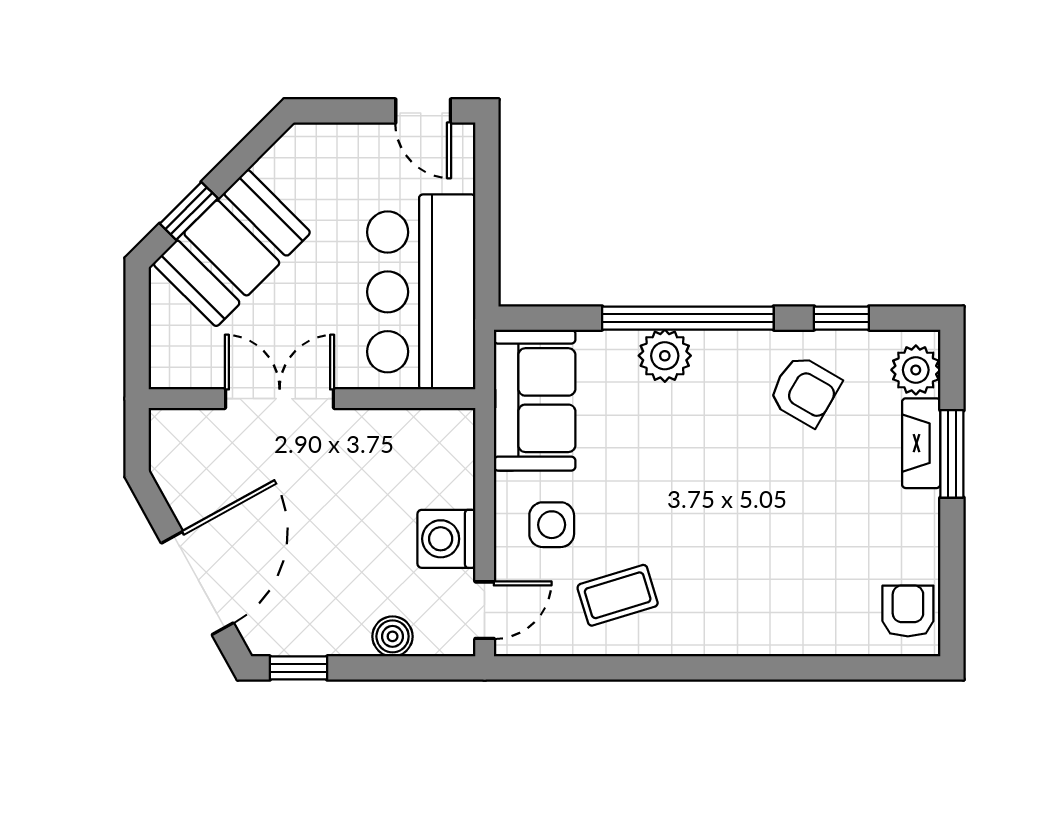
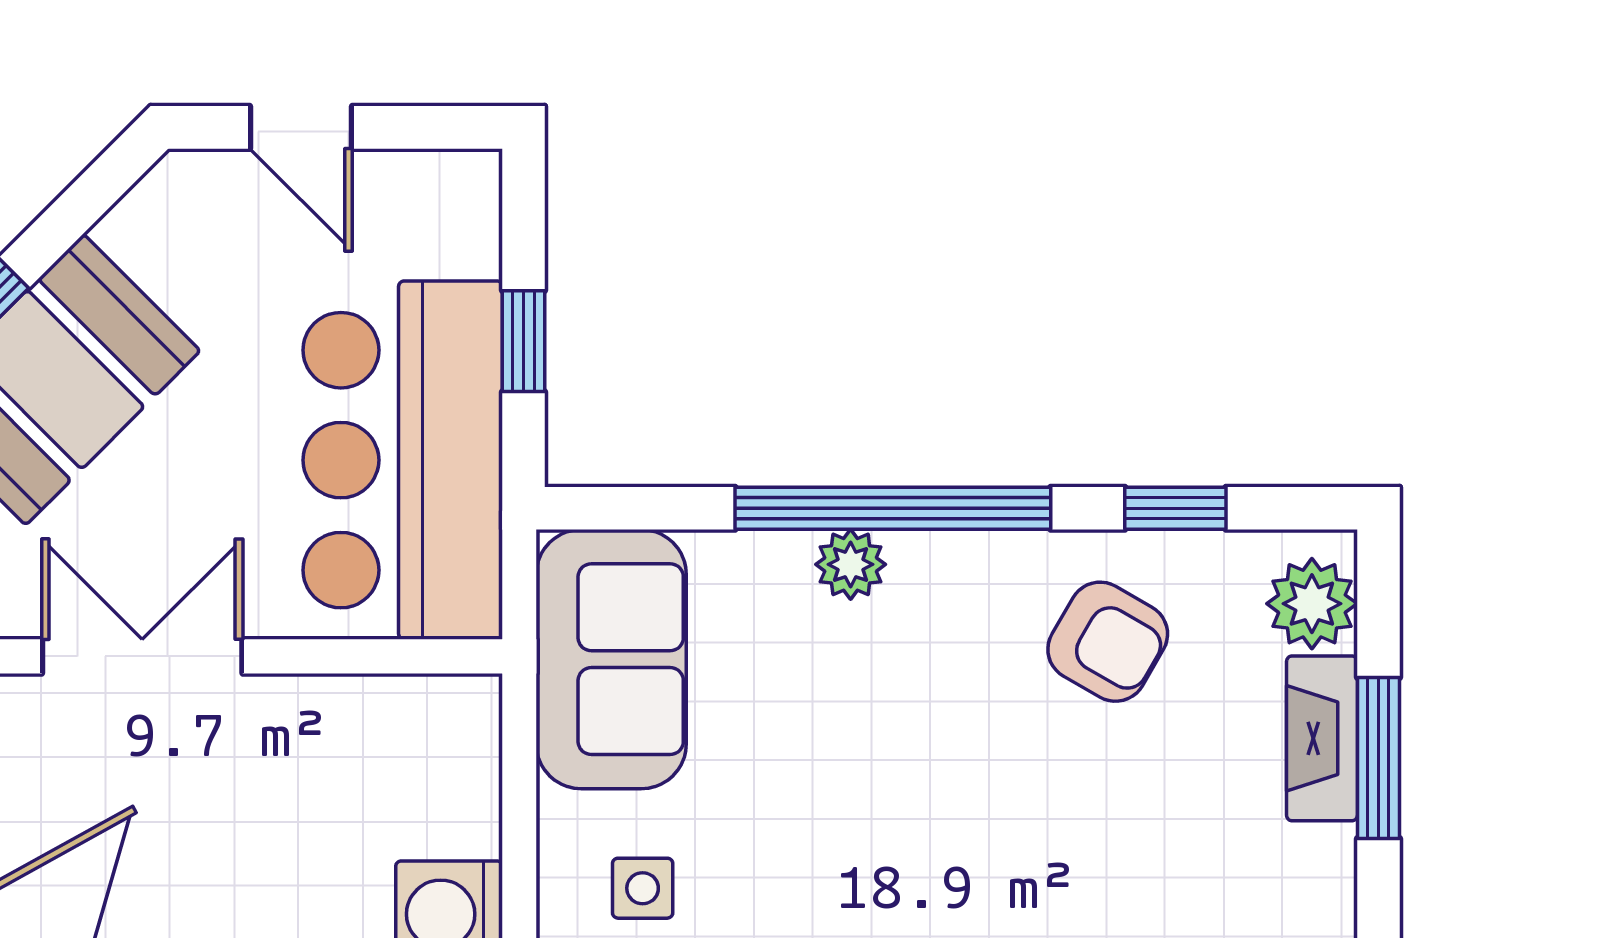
door: (423, 111) -> (301, 127), moved
window: (487, 227) -> (524, 341), added
plant: (665, 356) -> (851, 564), width x0.73, depth x0.73
side table: (552, 525) -> (643, 888), width x0.73, depth x0.73

